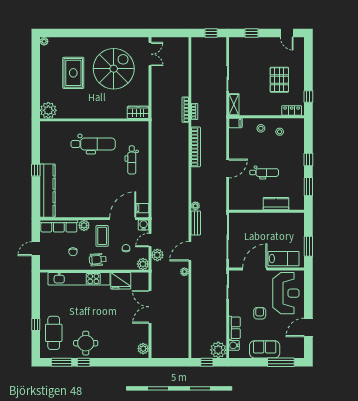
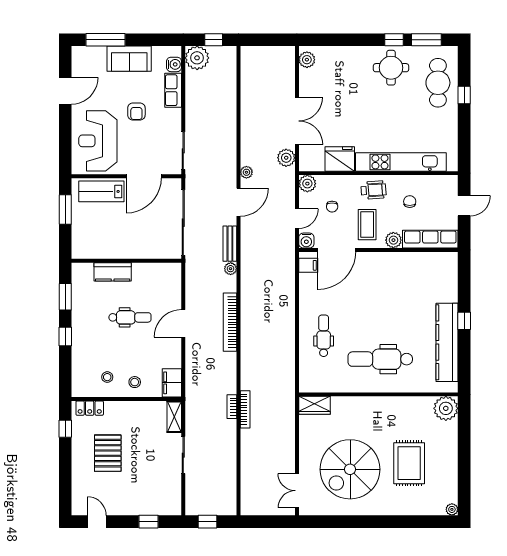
filing cabinet: (235, 123) -> (172, 383), width x2.00
bookcase: (196, 147) -> (230, 322), moved
dental chair: (264, 173) -> (130, 317), turned 180
kitchen counter: (47, 191) -> (447, 342), moved
plant: (157, 255) -> (286, 158), moved

